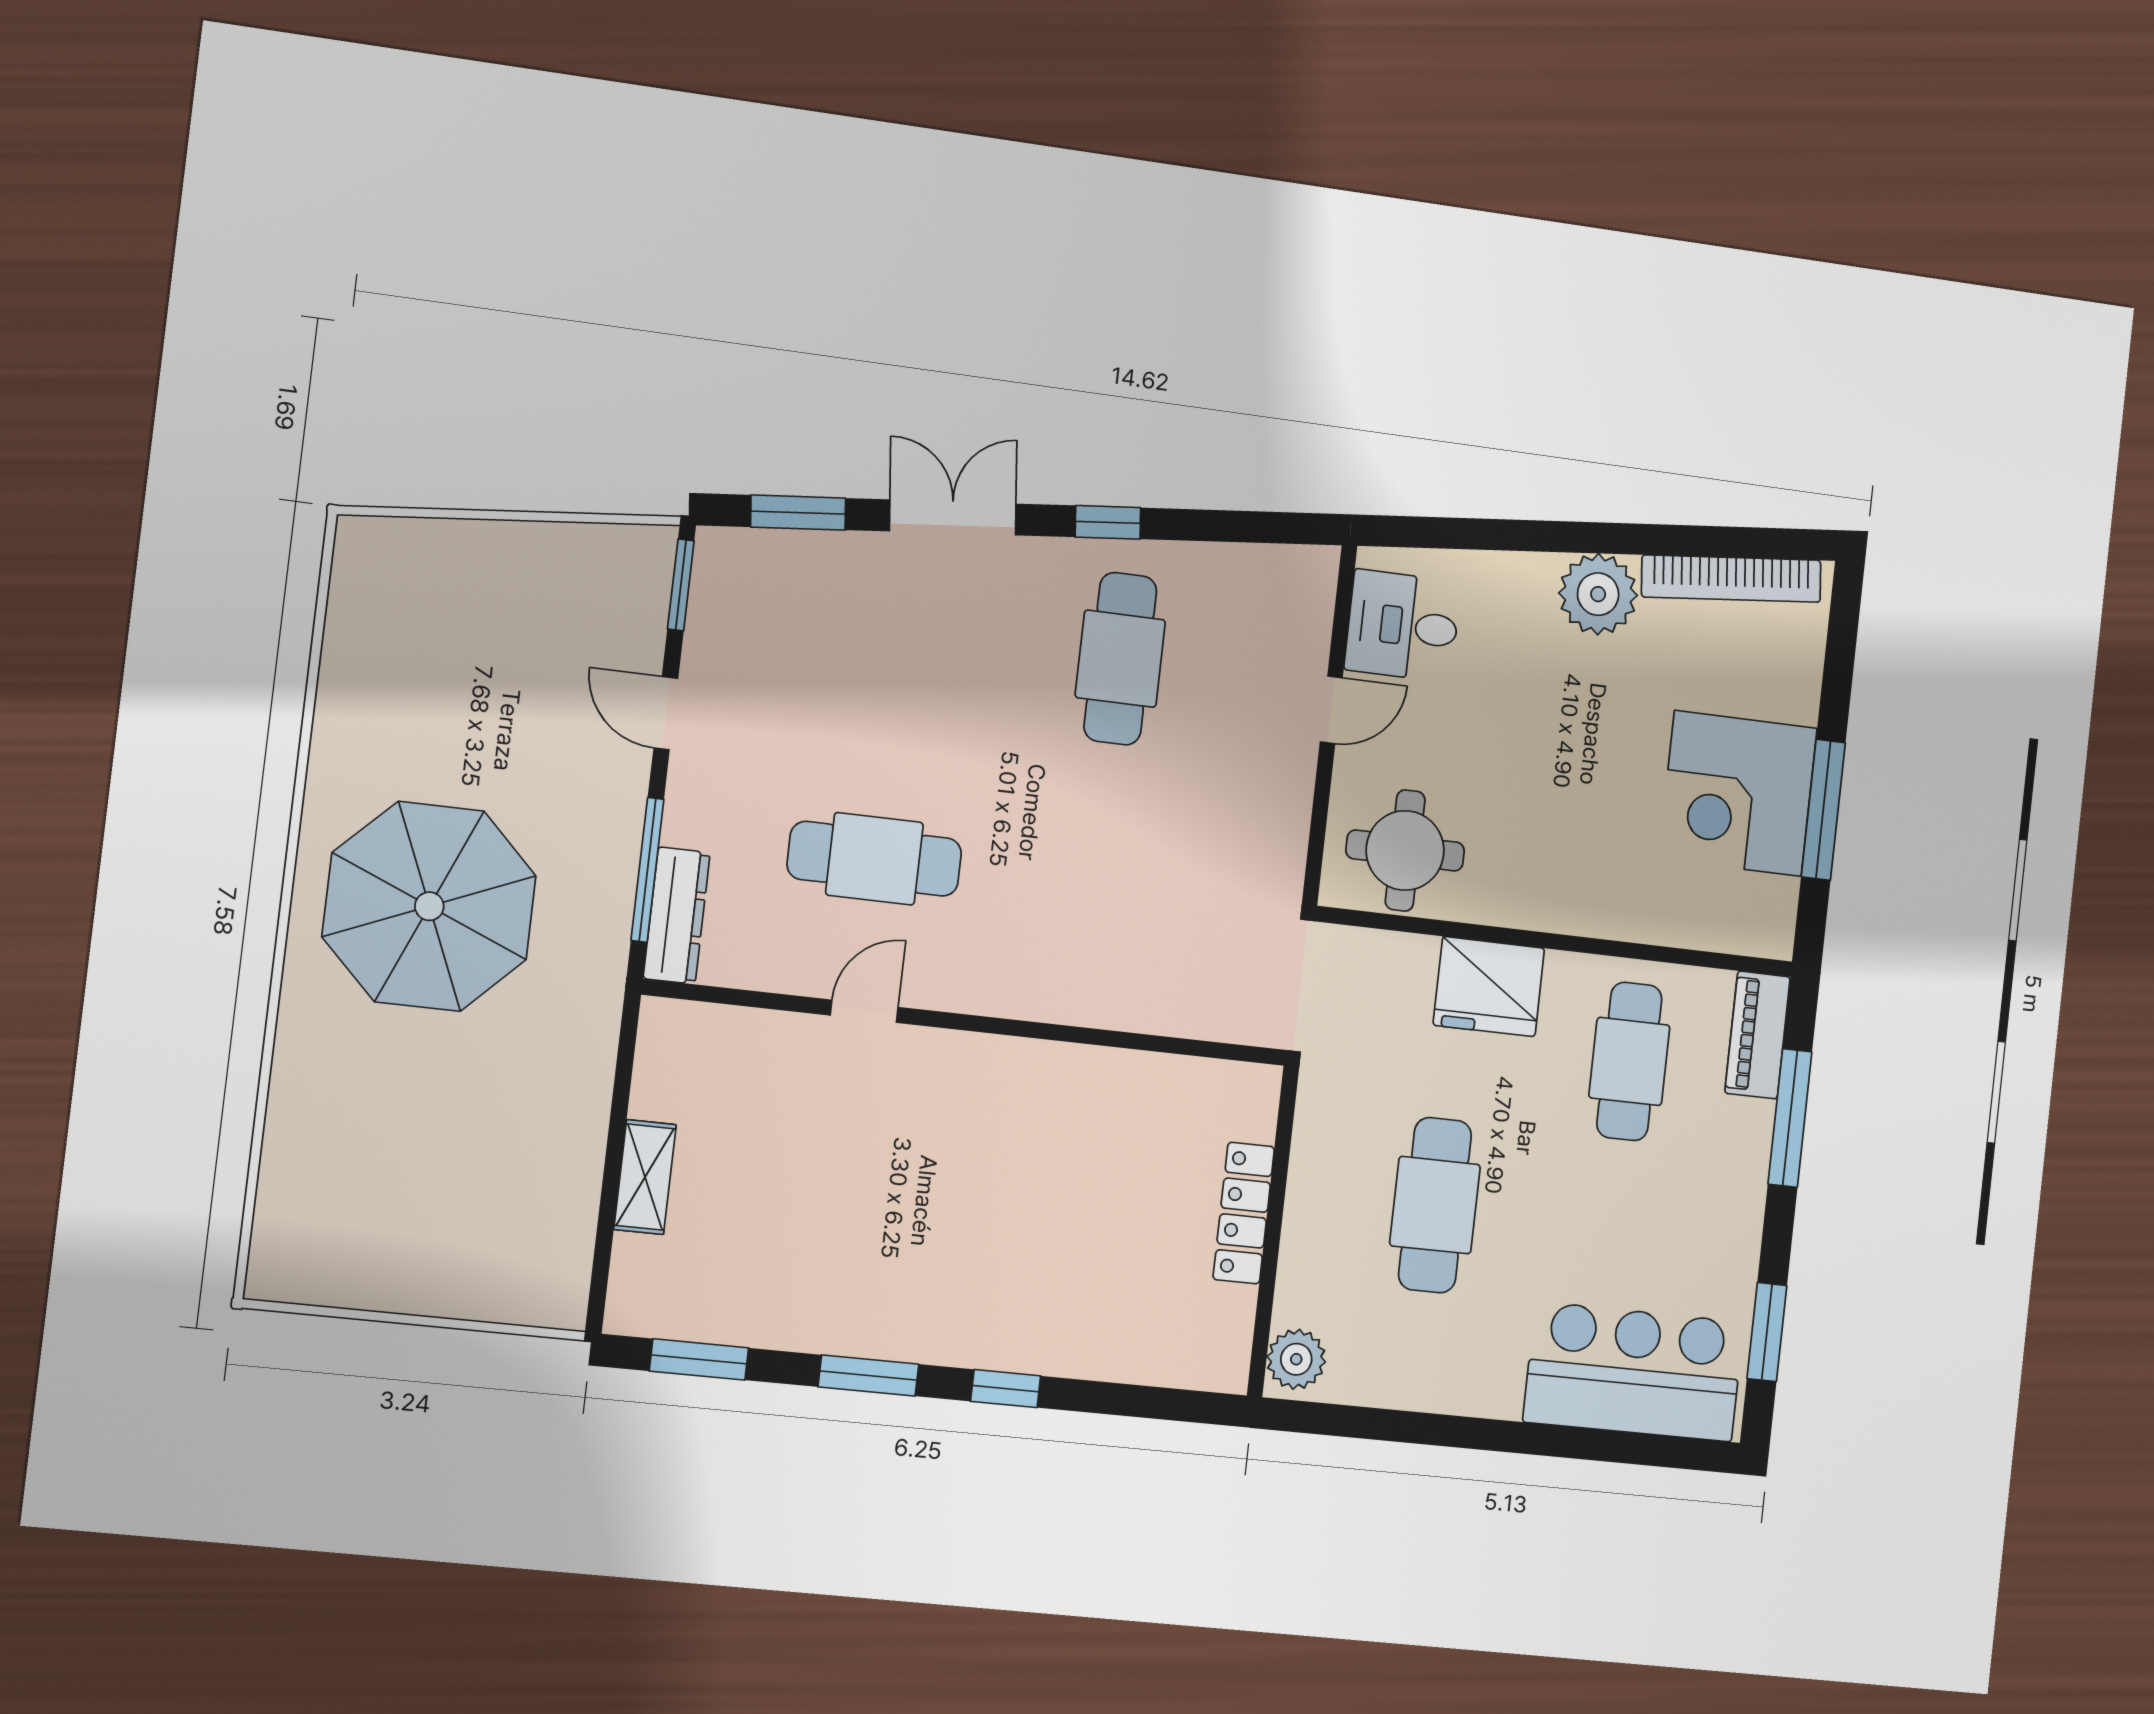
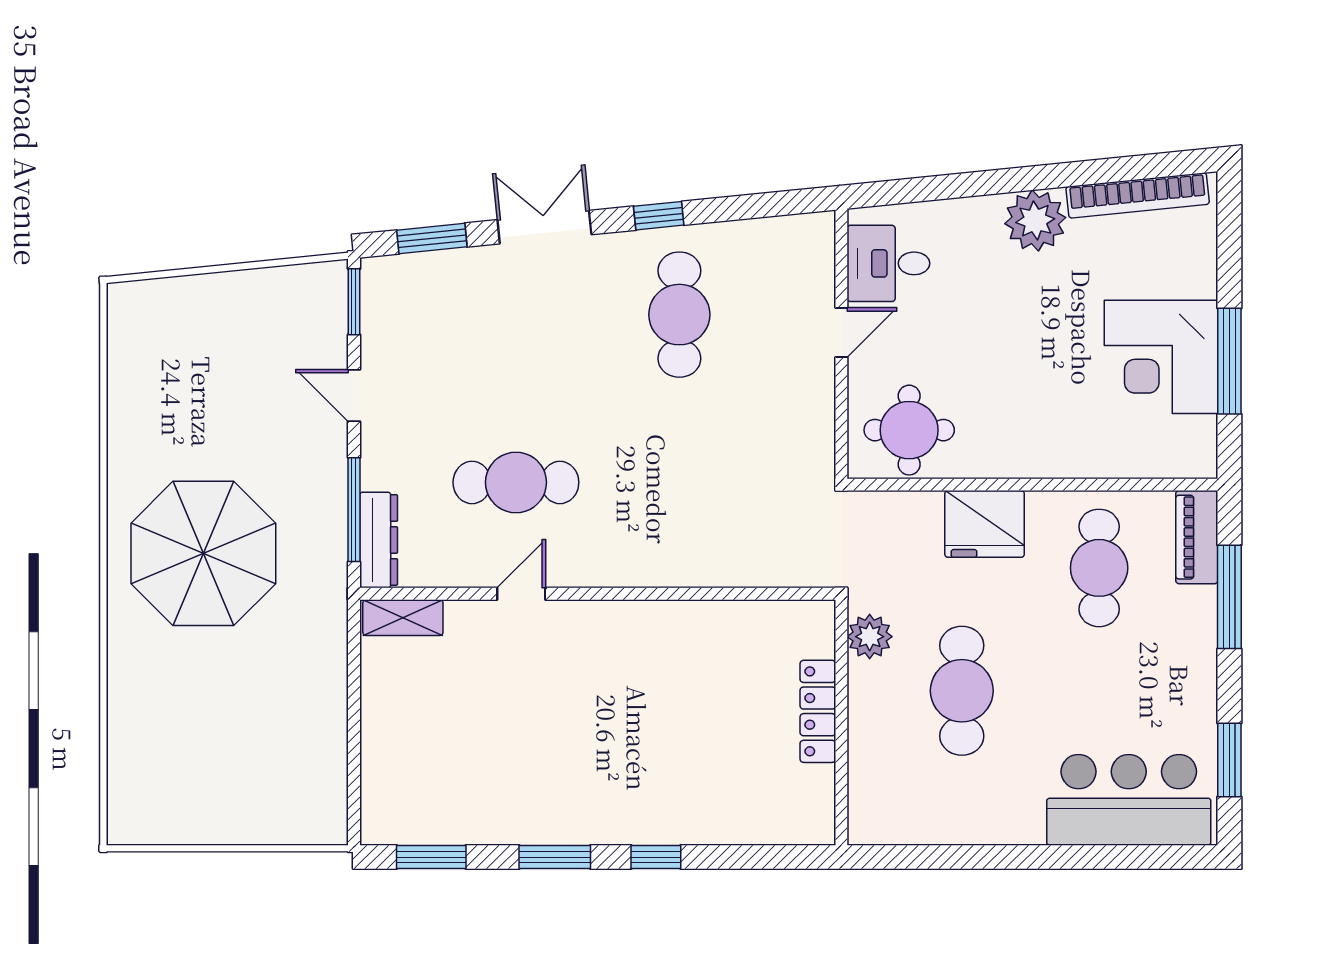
shelving: (645, 1177) -> (403, 618), moved, turned 90
plant: (1296, 1359) -> (870, 637), moved

